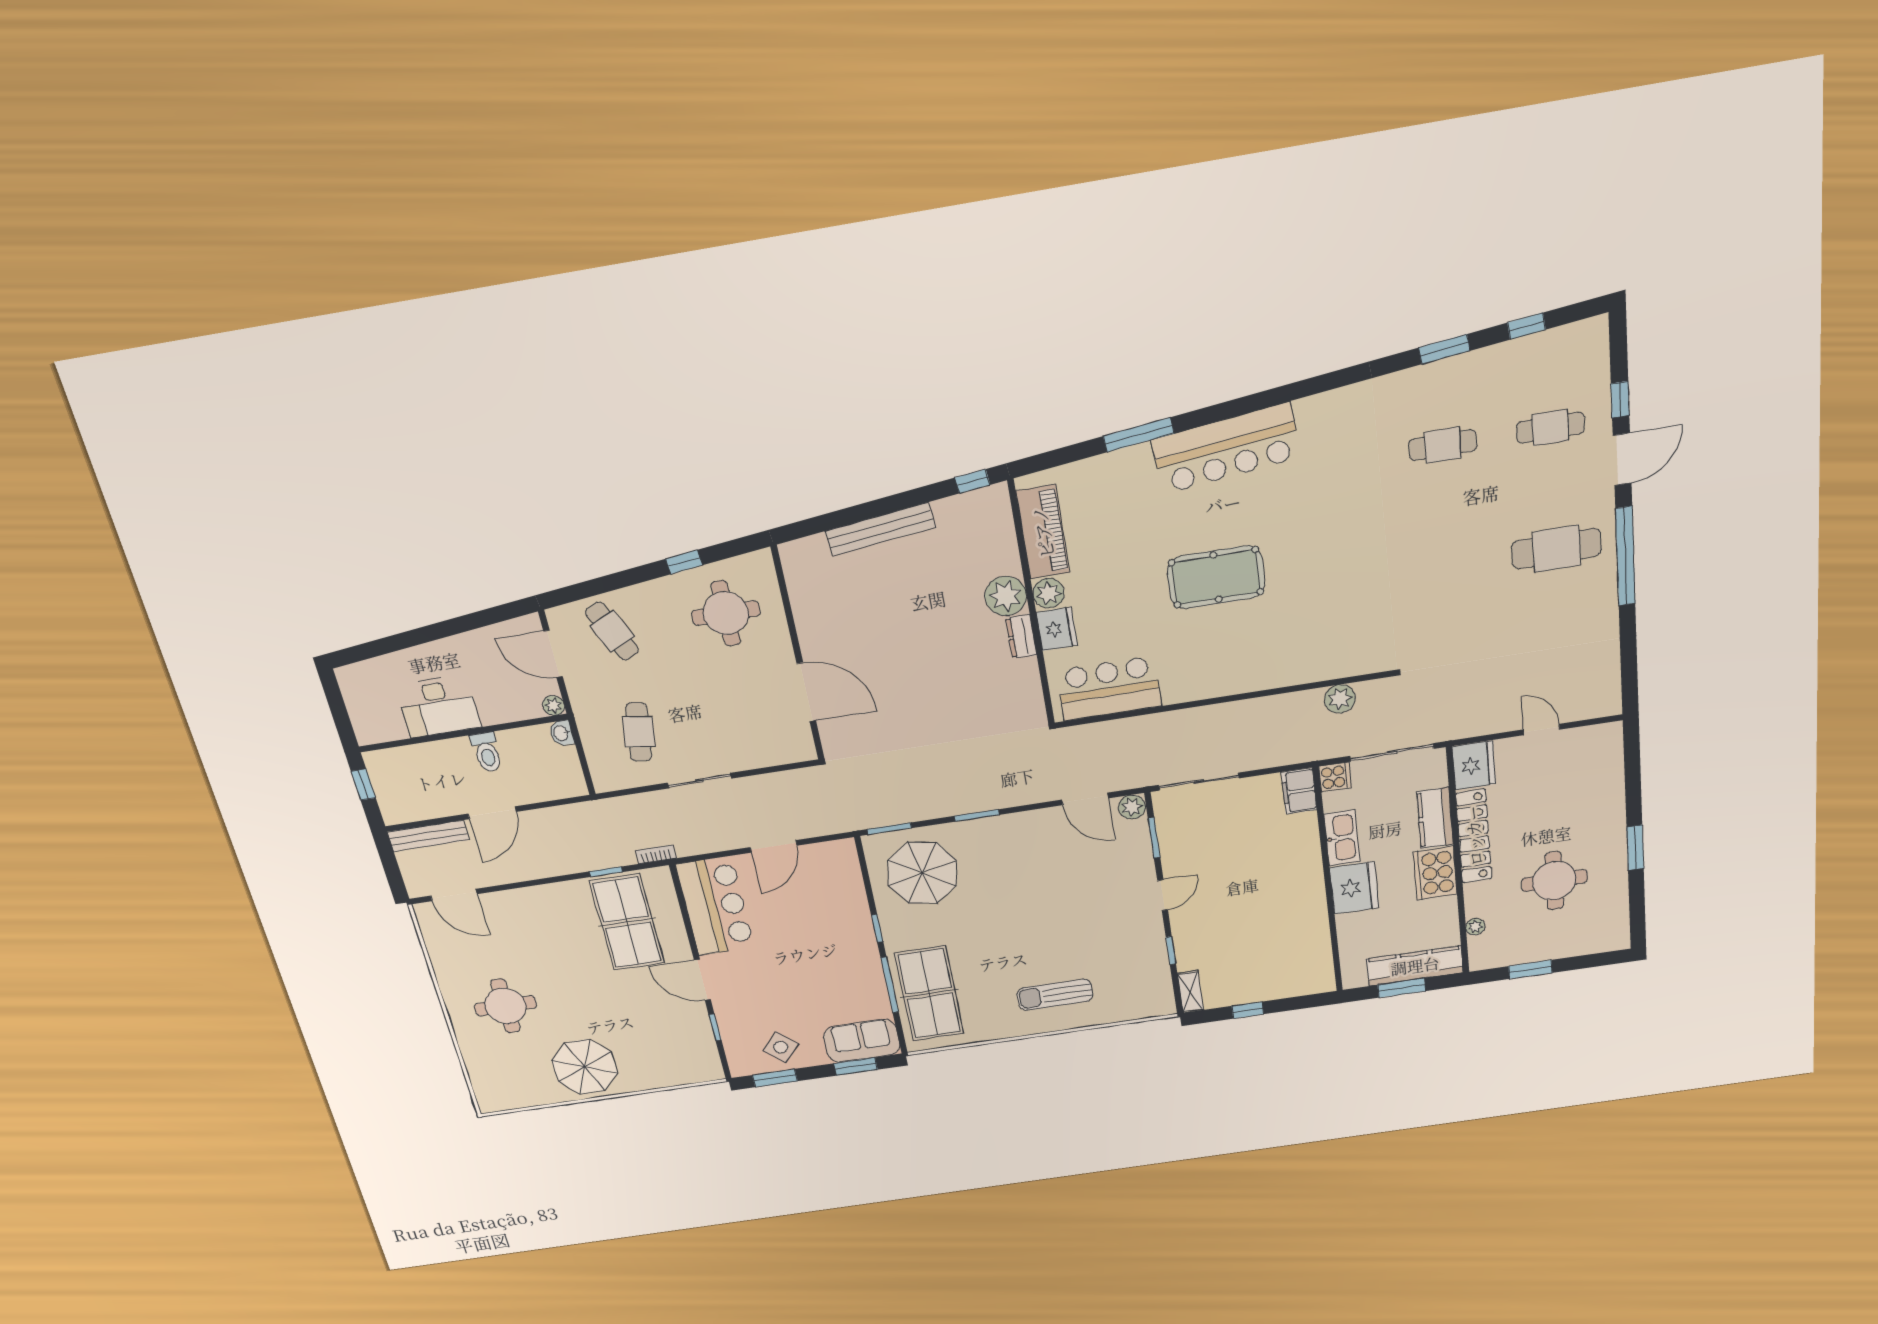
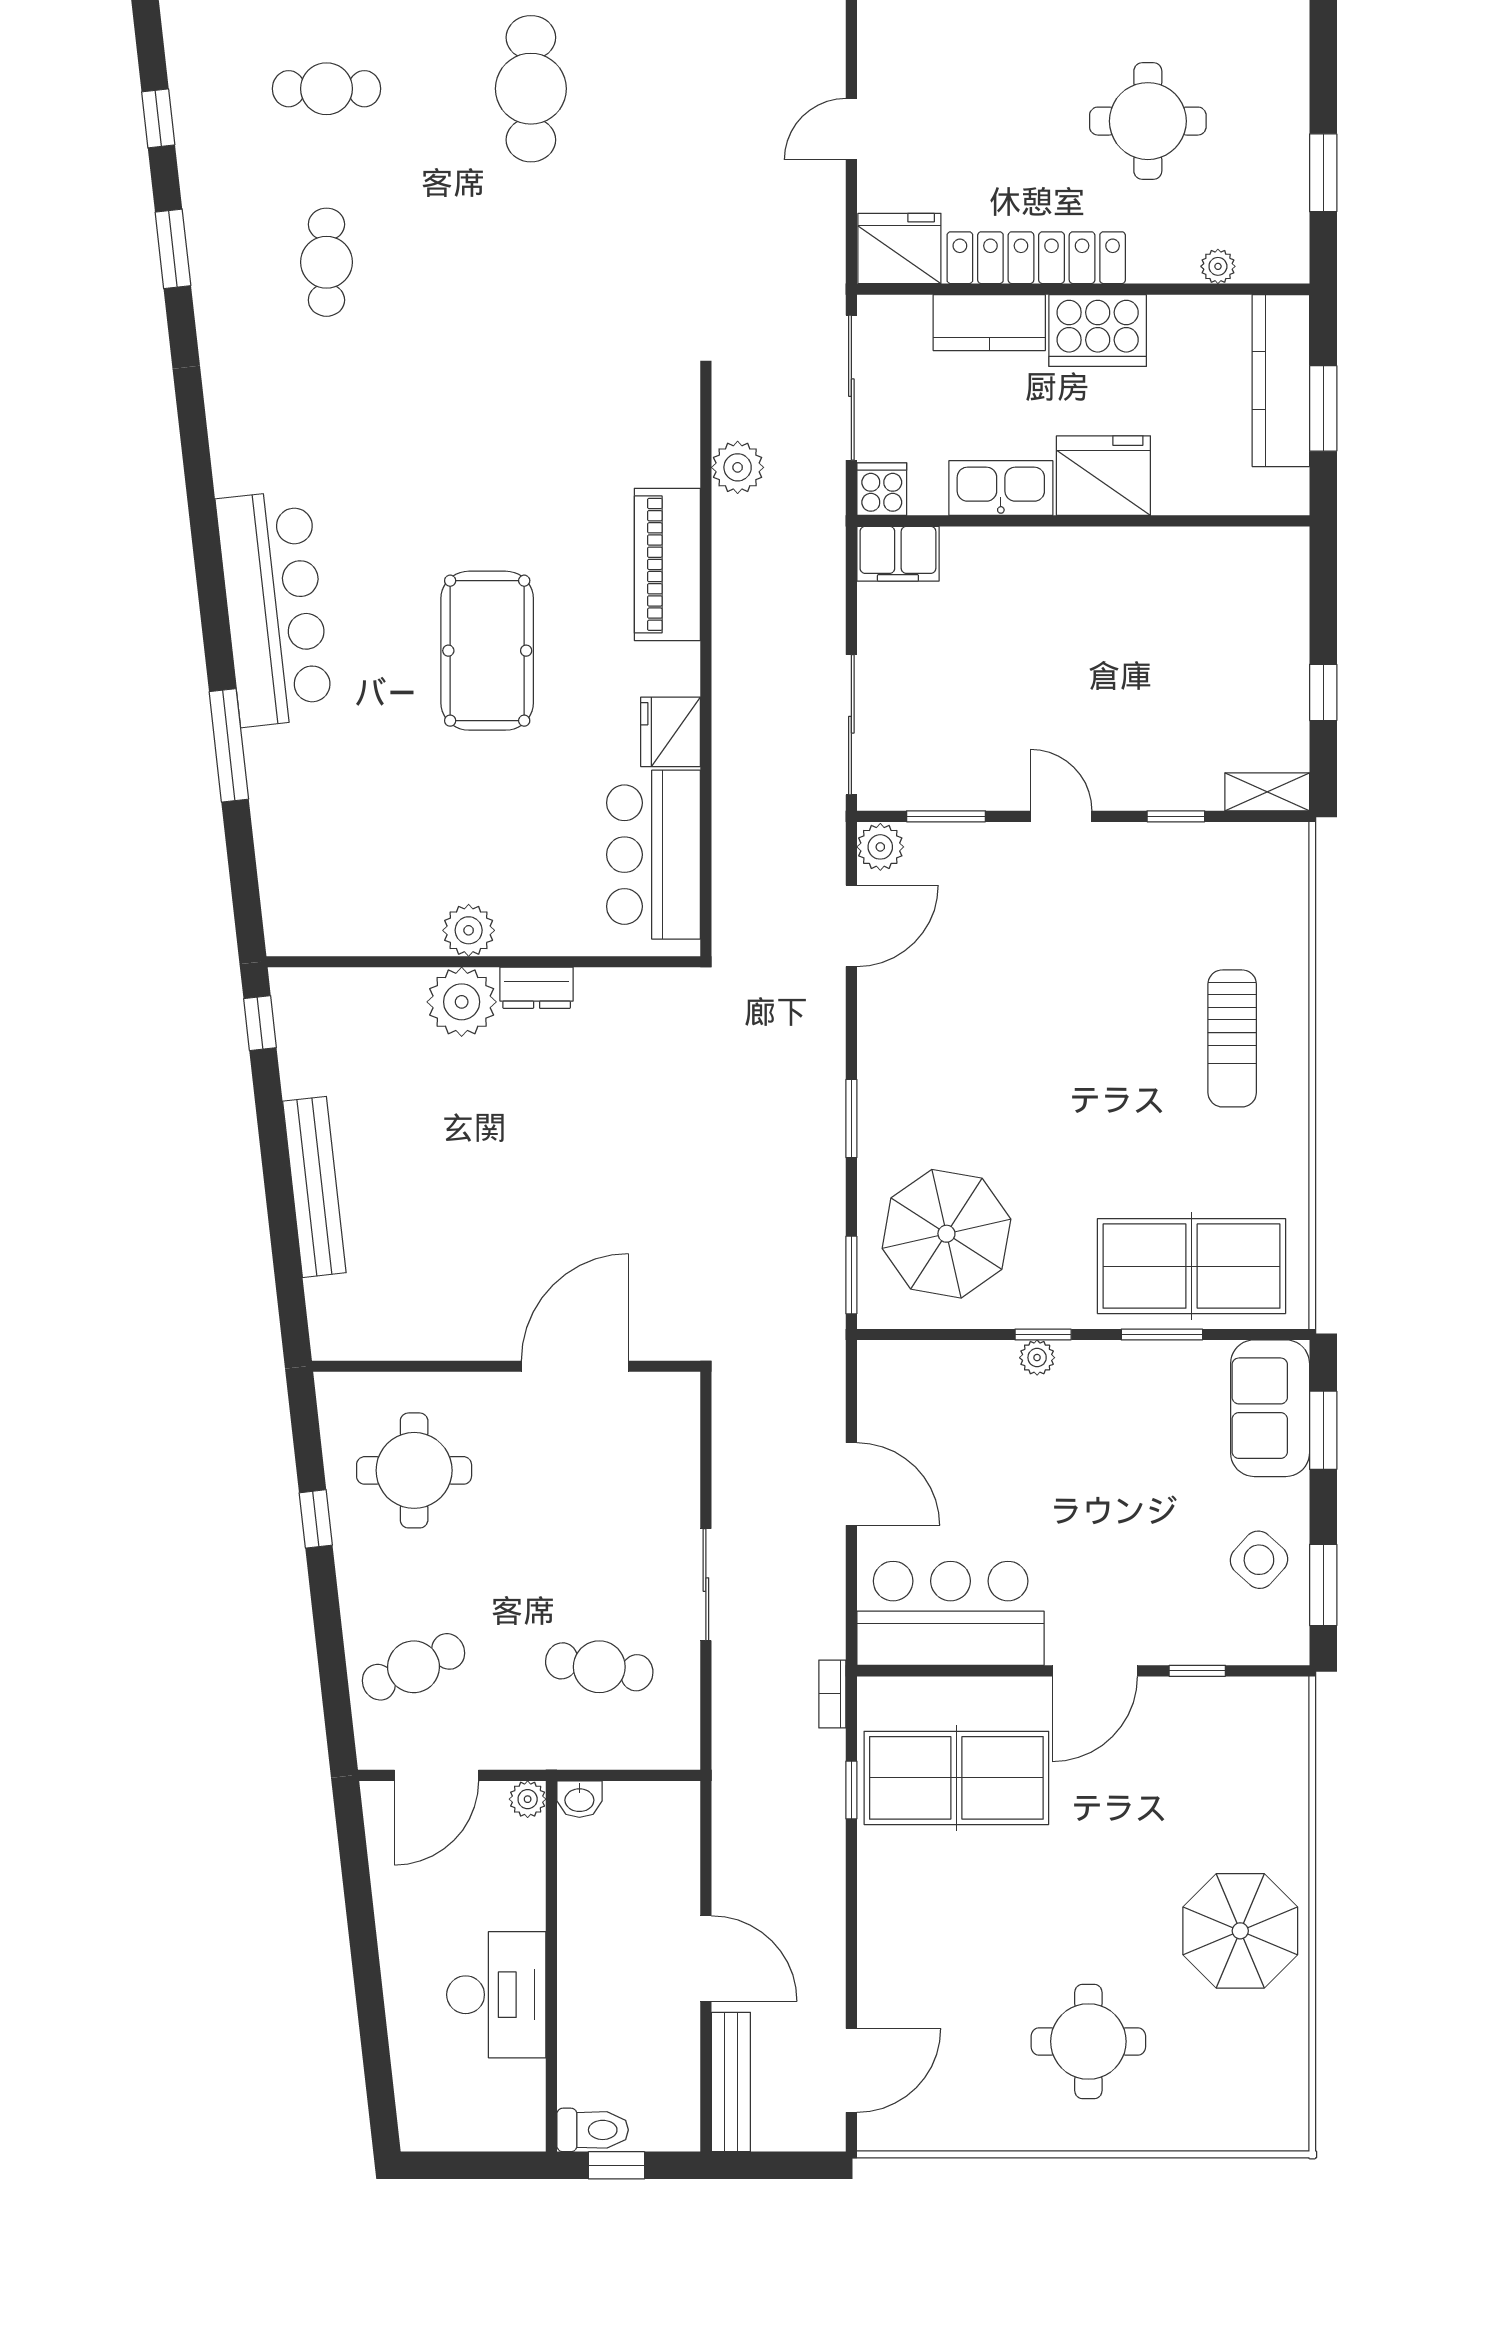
cafe table: (1550, 428) -> (326, 89), turned 90
piano: (1043, 532) -> (667, 564), moved, turned -90
fridge: (1057, 629) -> (671, 732), moved, turned -90
toilet: (487, 752) -> (593, 2130), moved
plant: (864, 927) -> (1037, 1358), added
window: (890, 985) -> (1162, 1334), width x0.69

